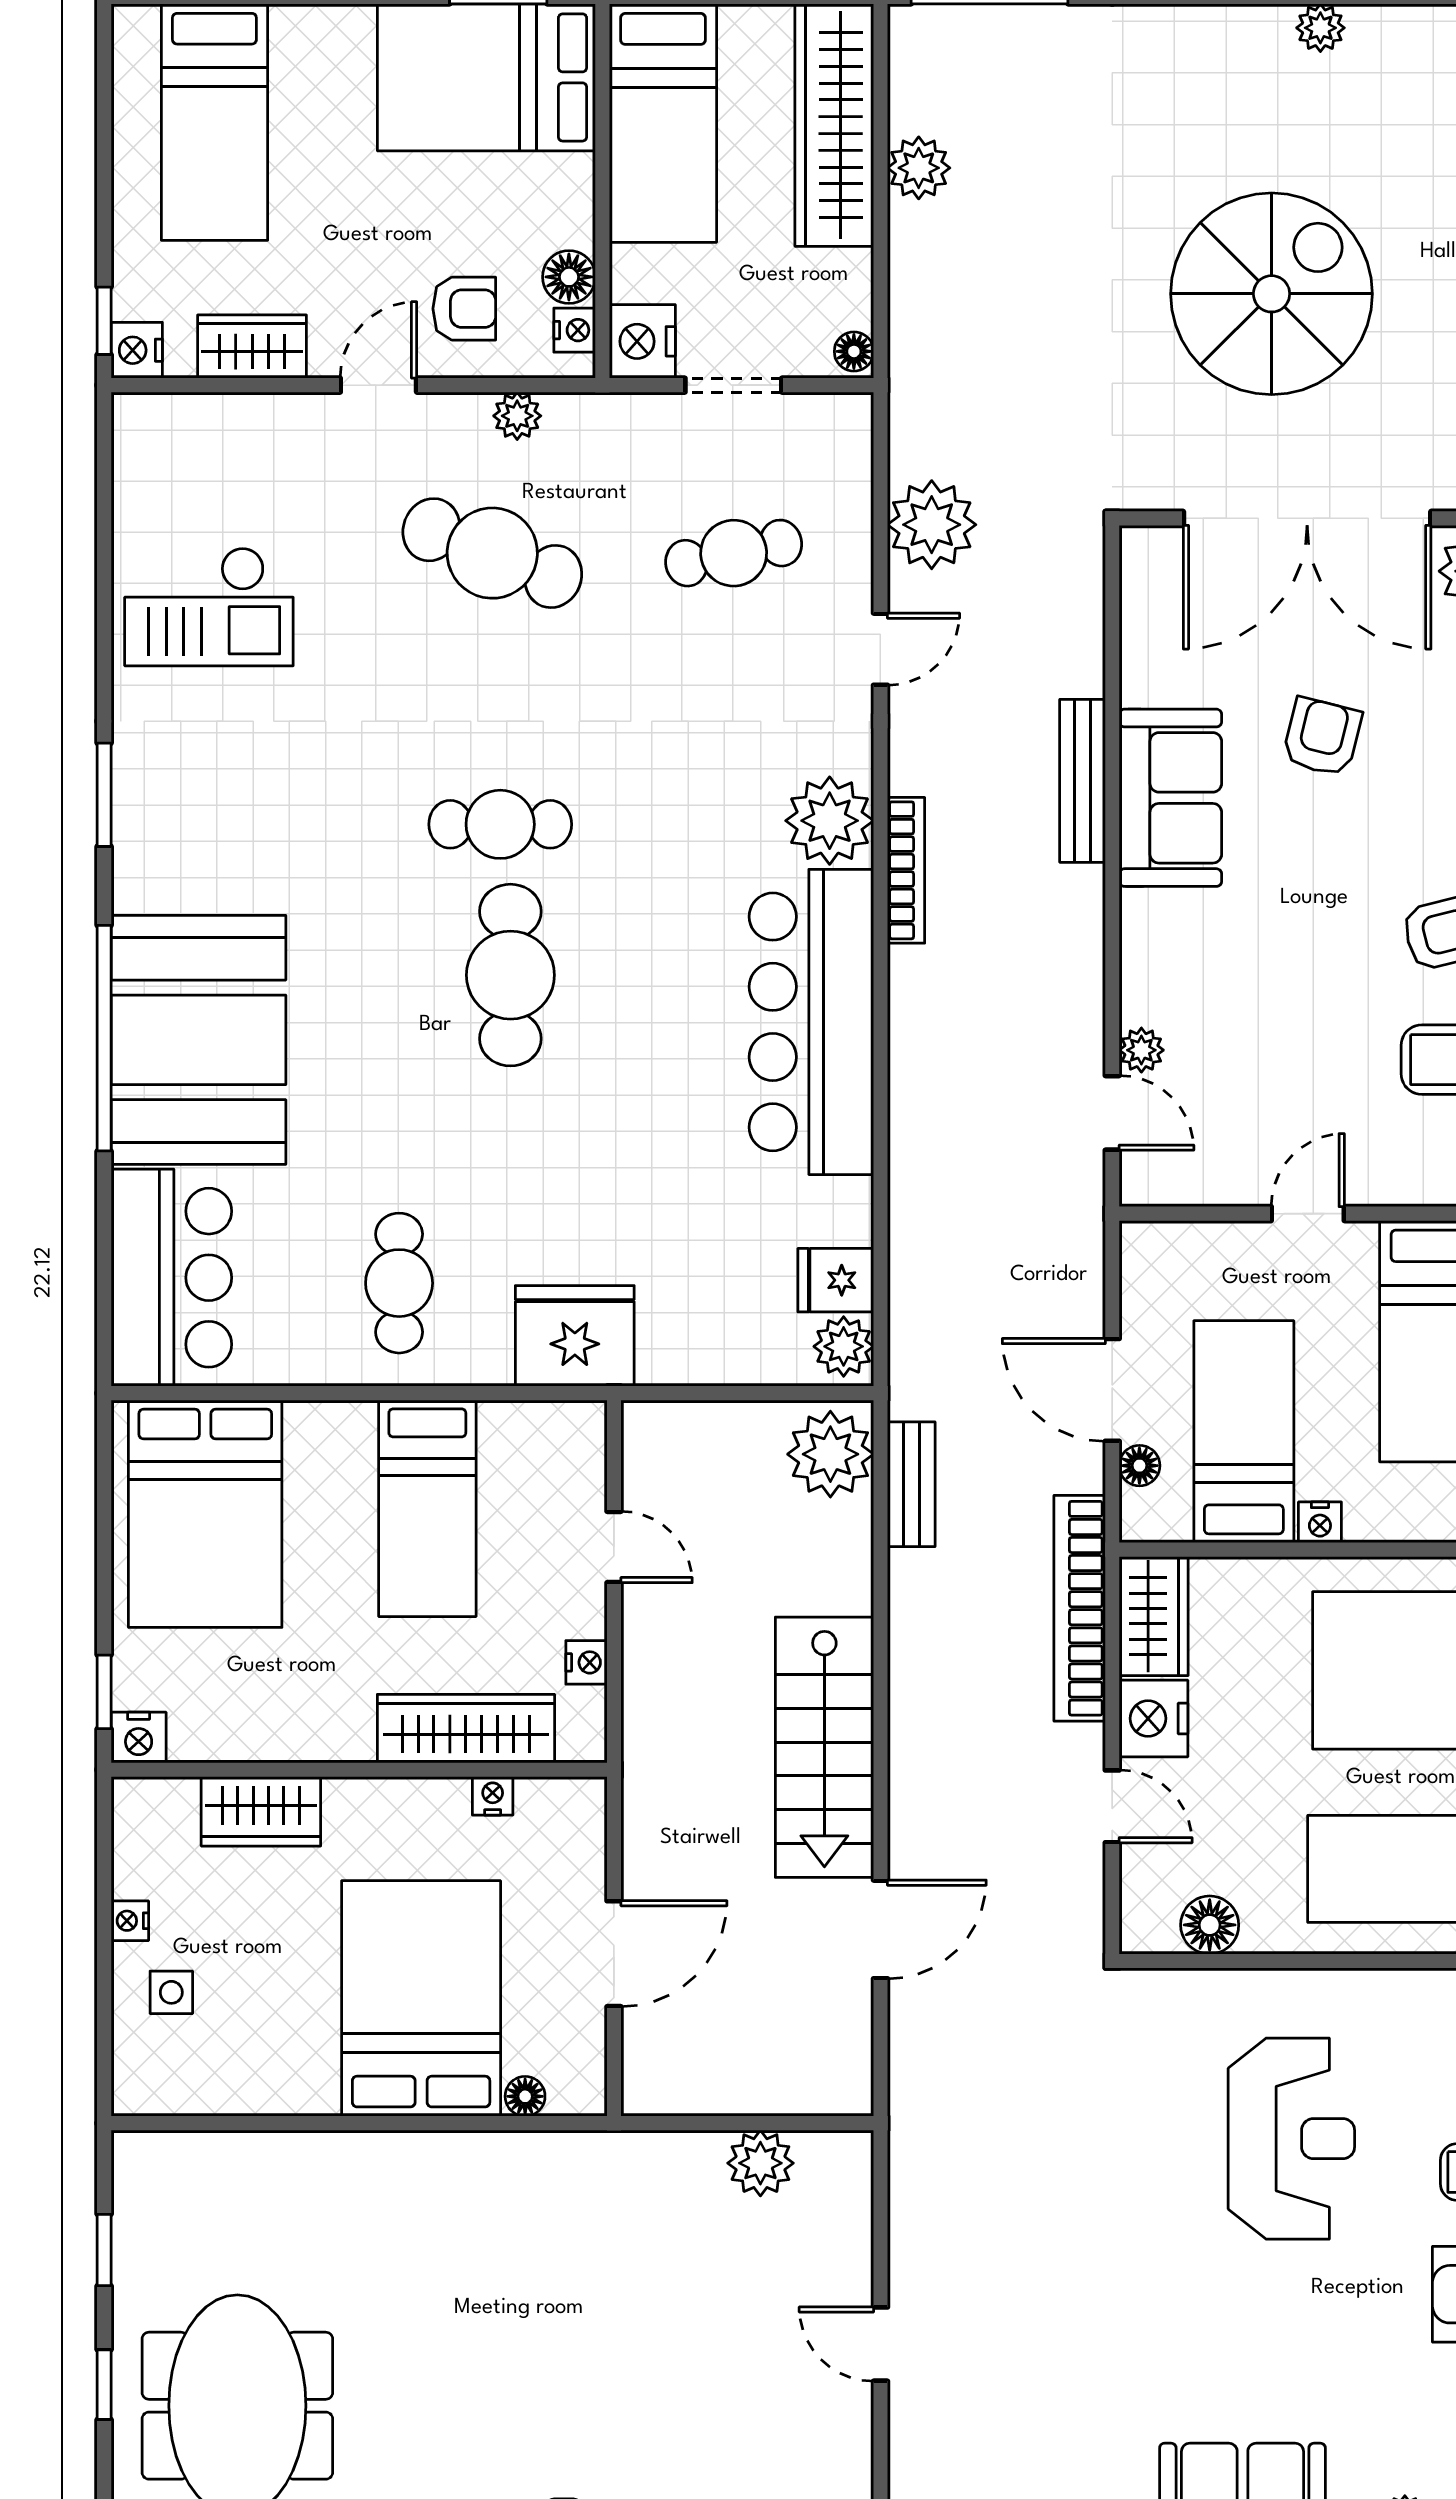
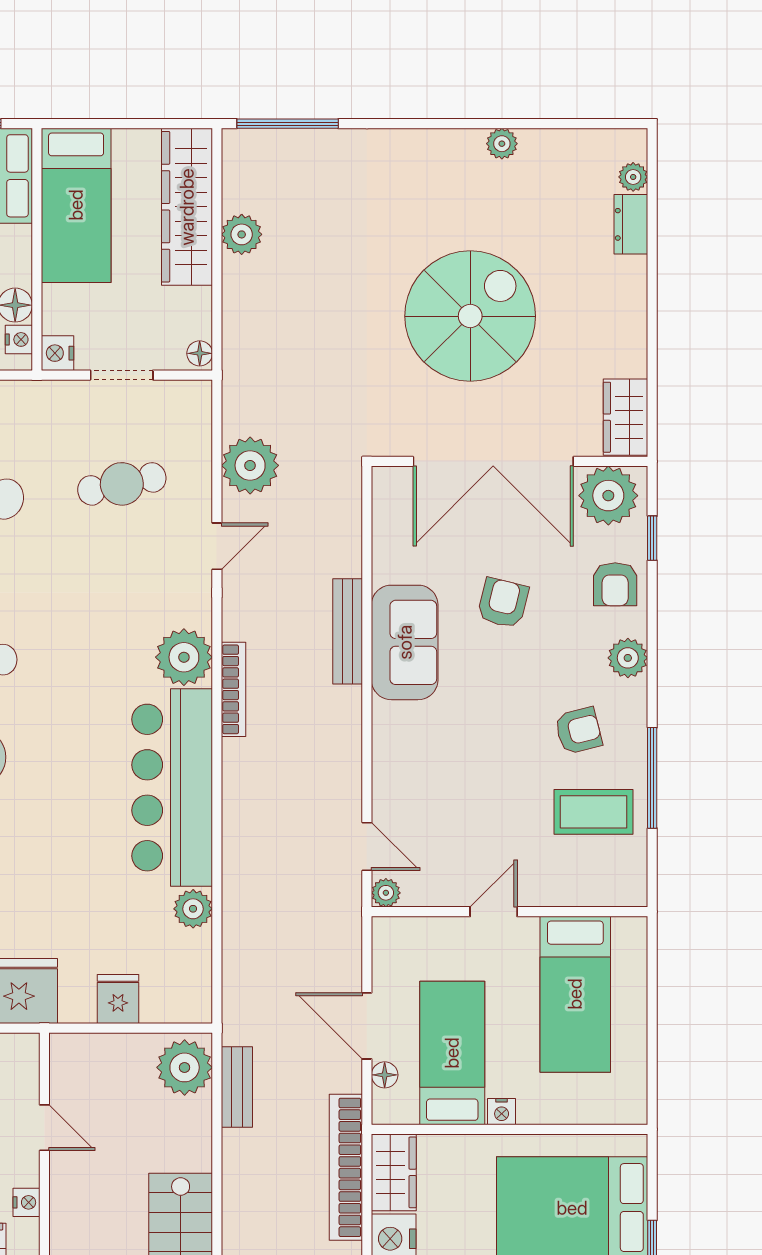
nightstand: (642, 341) -> (57, 353), width x0.74, depth x0.75
plant: (1141, 1050) -> (386, 893), moved
fridge: (836, 1280) -> (118, 999), moved, turned 90
plant: (844, 1346) -> (193, 909), moved

